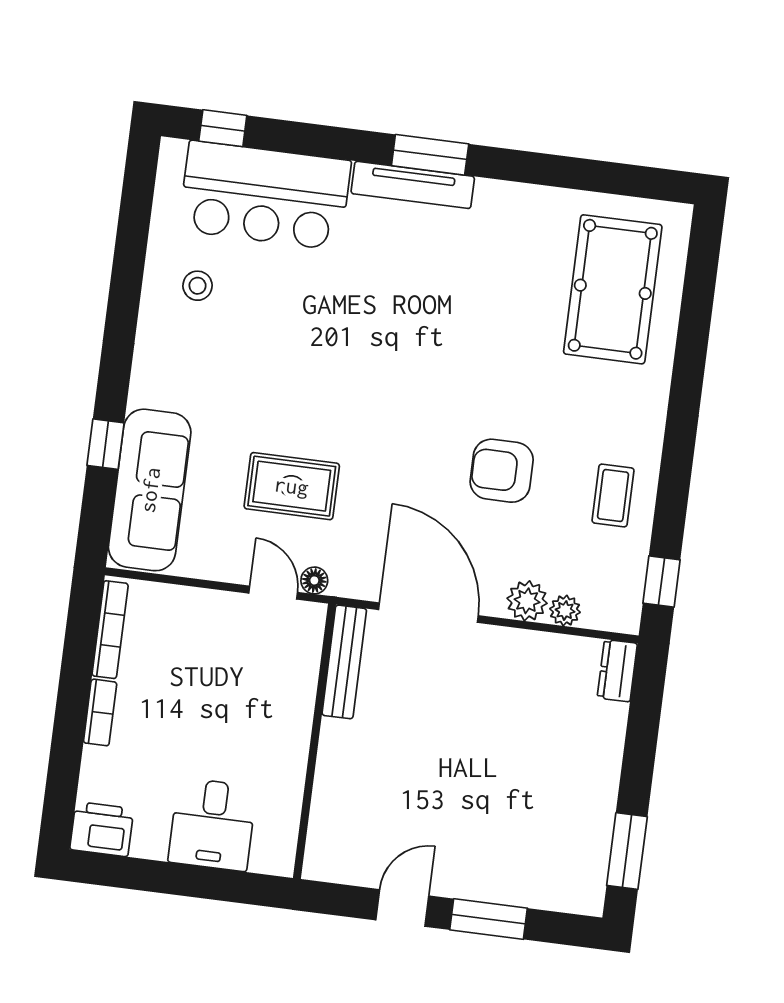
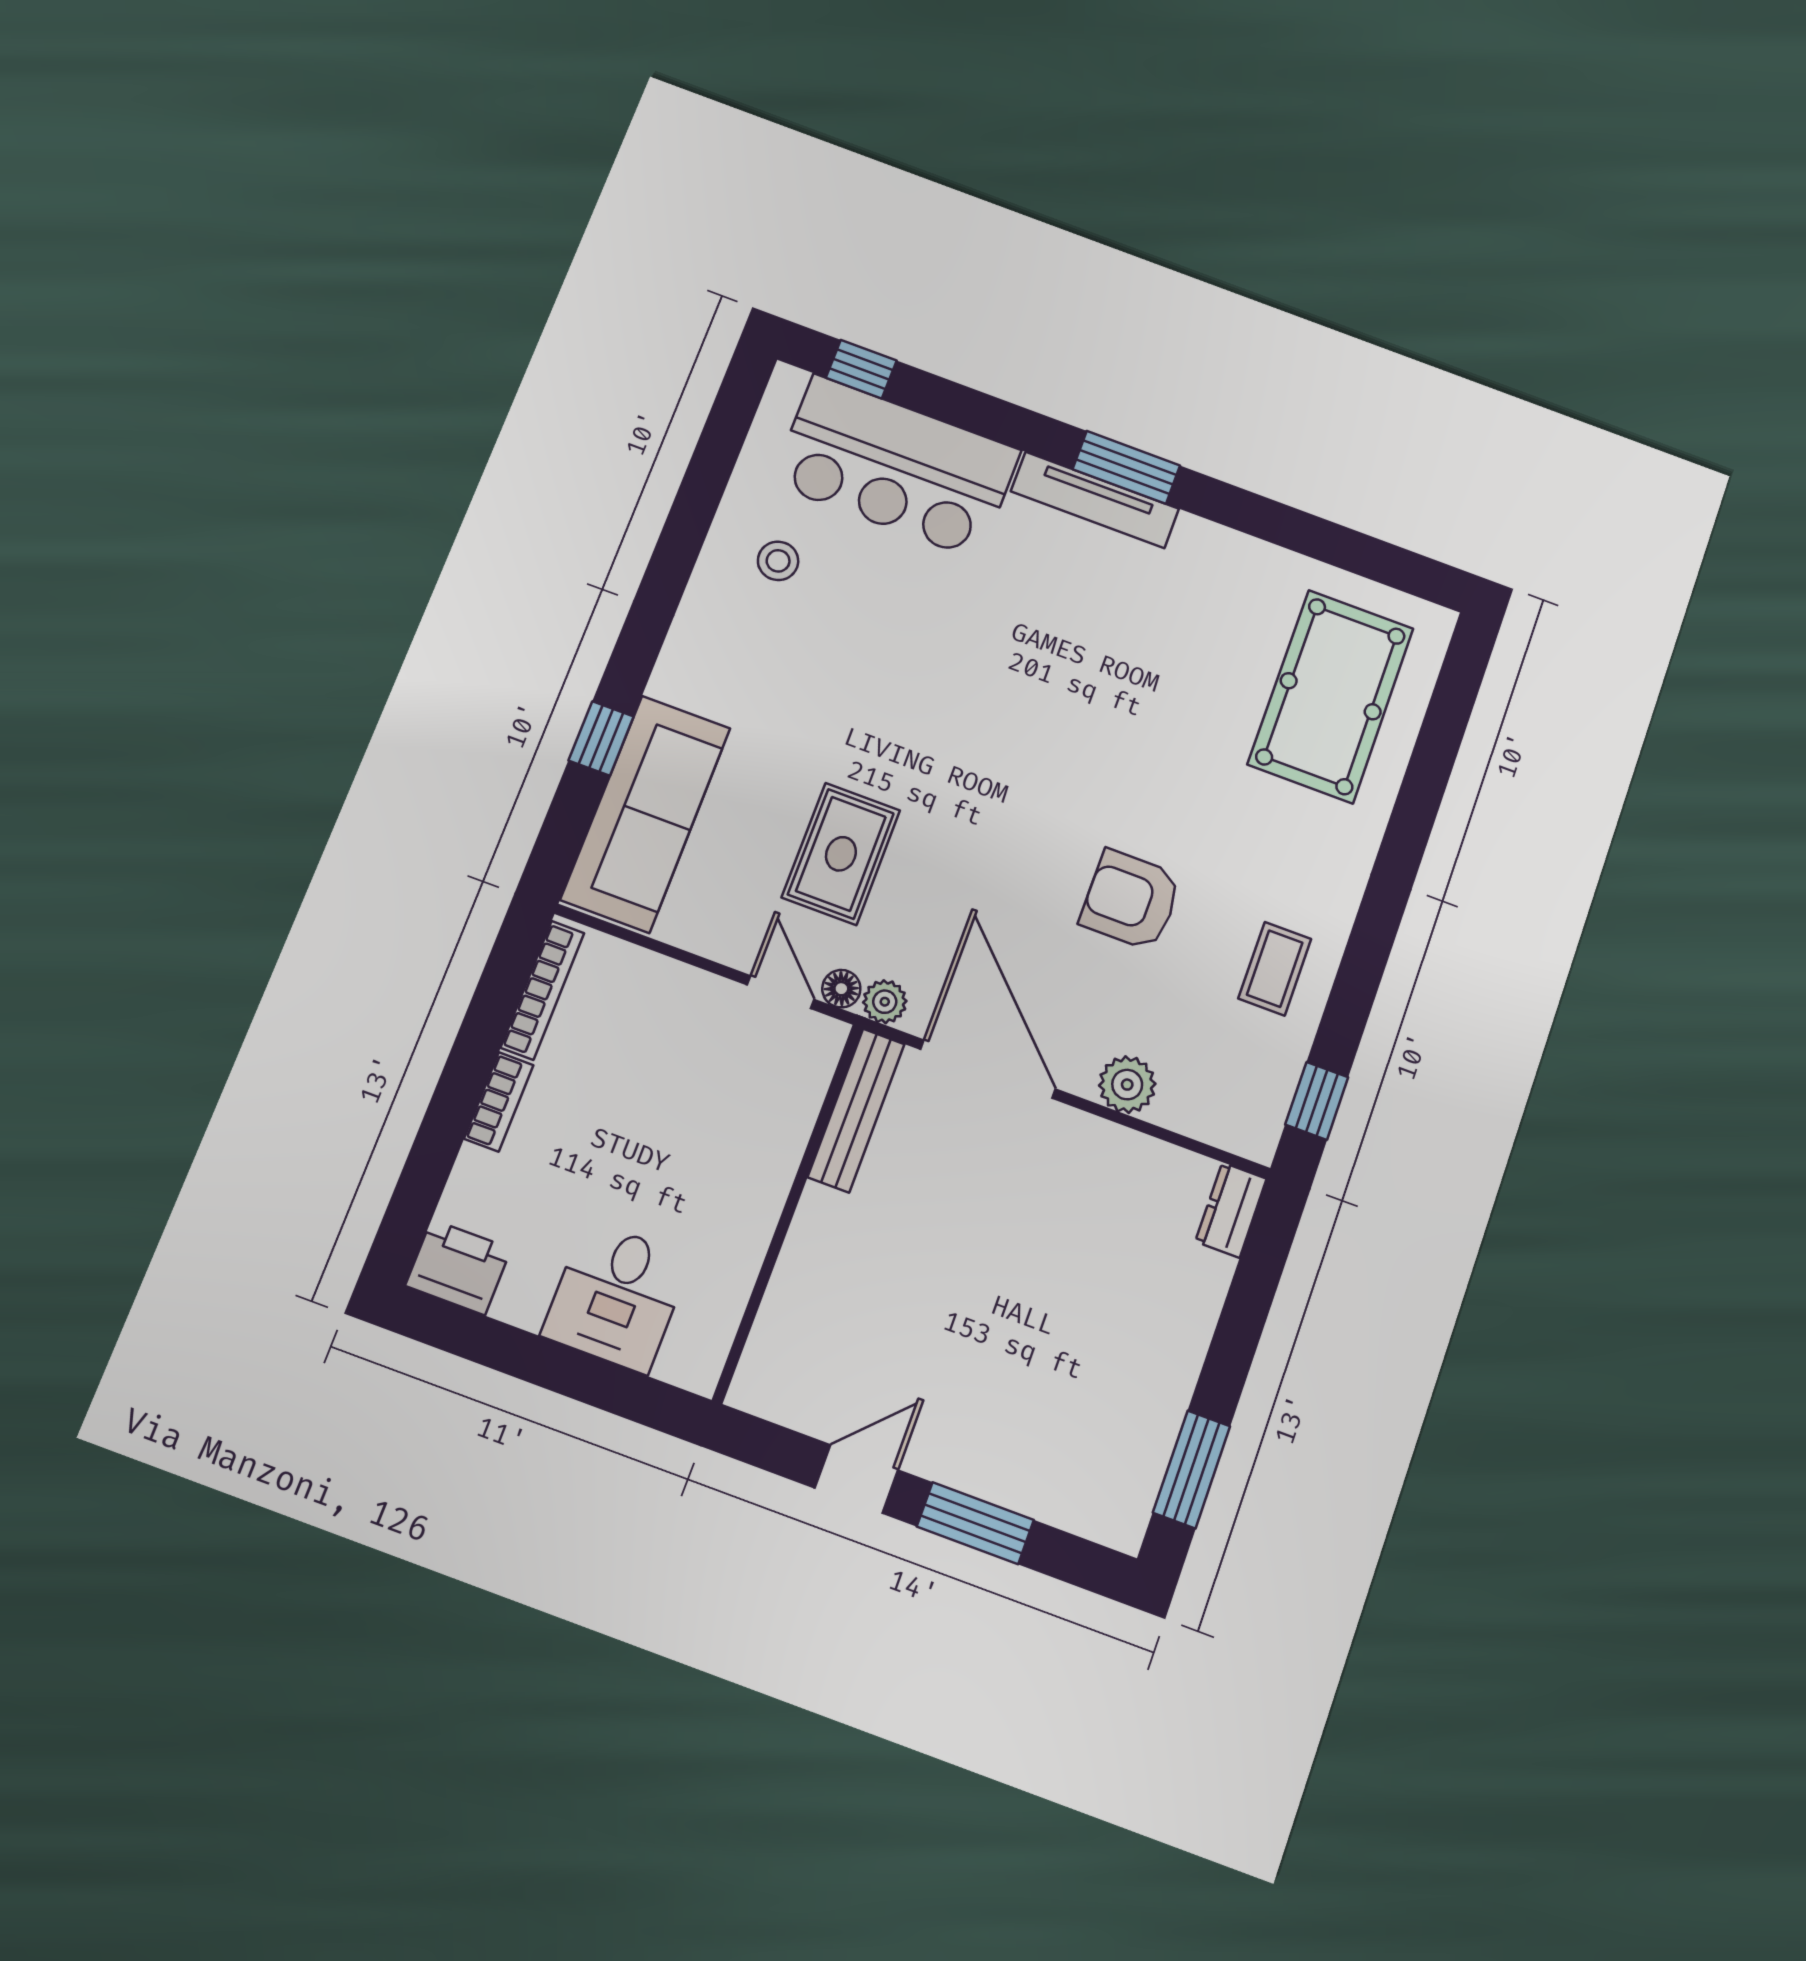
rug: (292, 486) -> (841, 854), turned 90
plant: (565, 611) -> (885, 1002), moved

